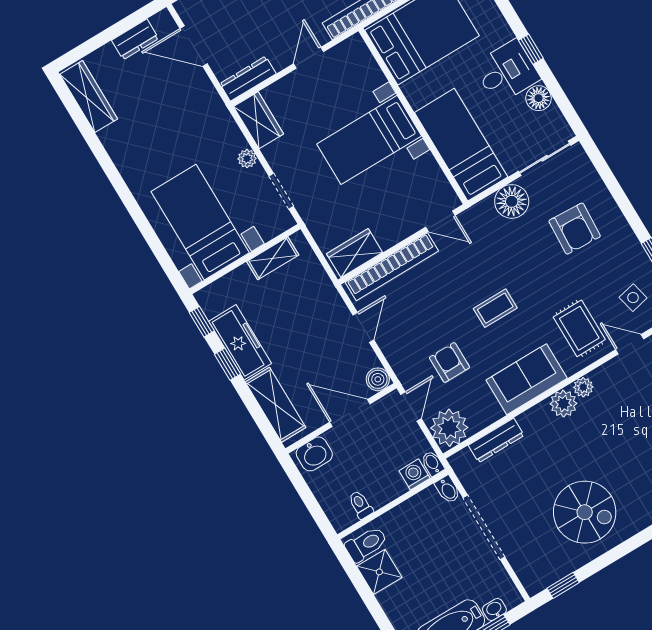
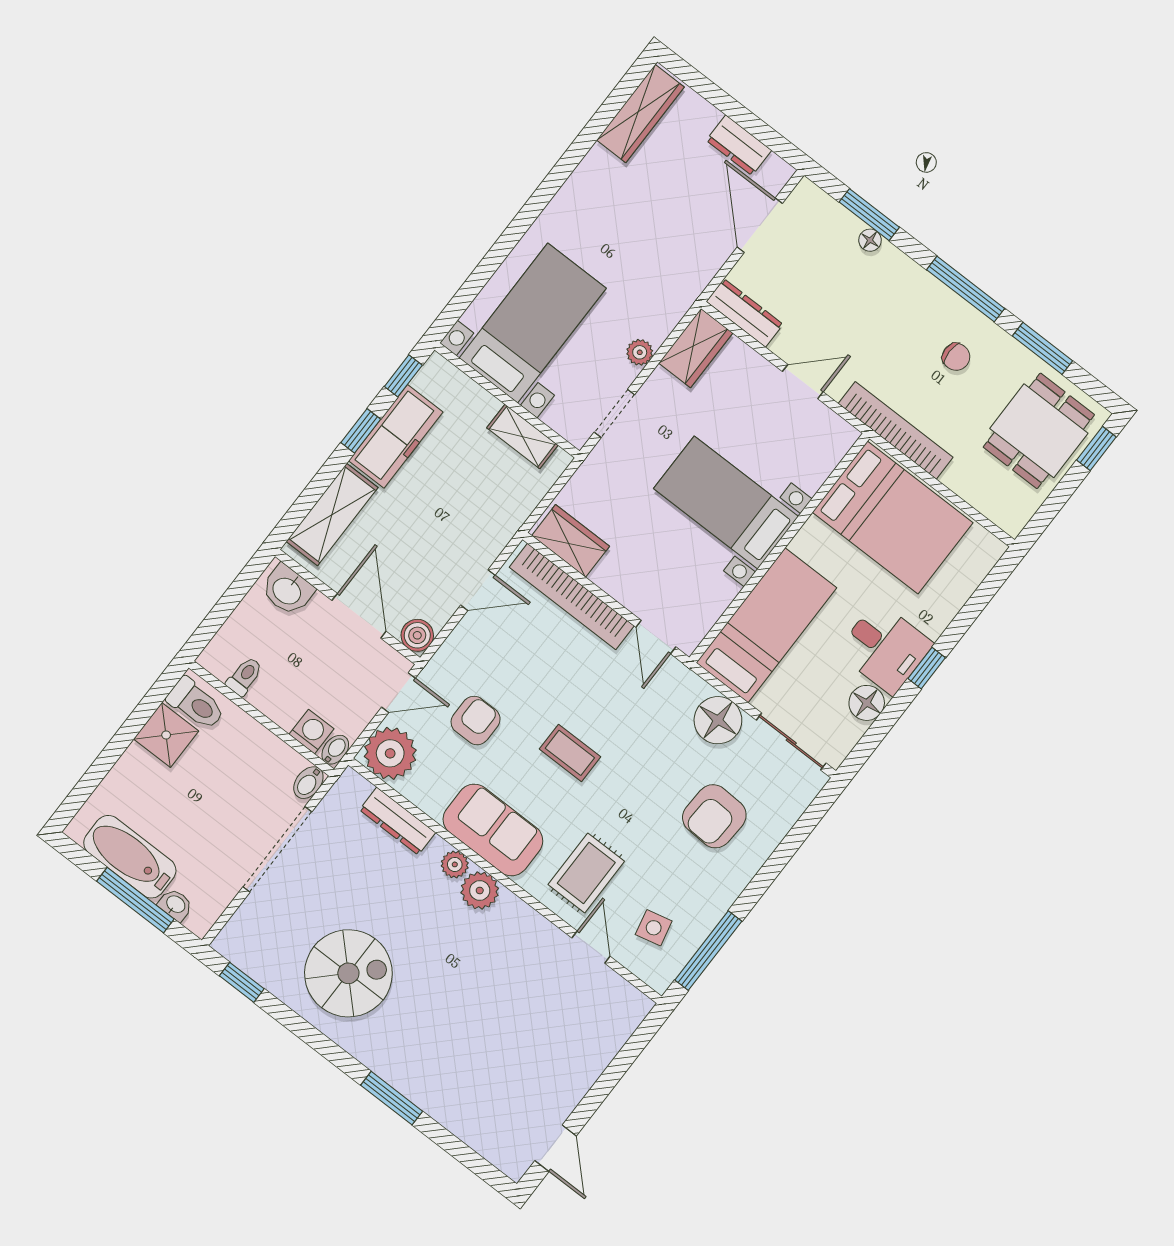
plant: (583, 387) -> (455, 864), moved
spiral stairs: (585, 512) -> (348, 973), turned -90

